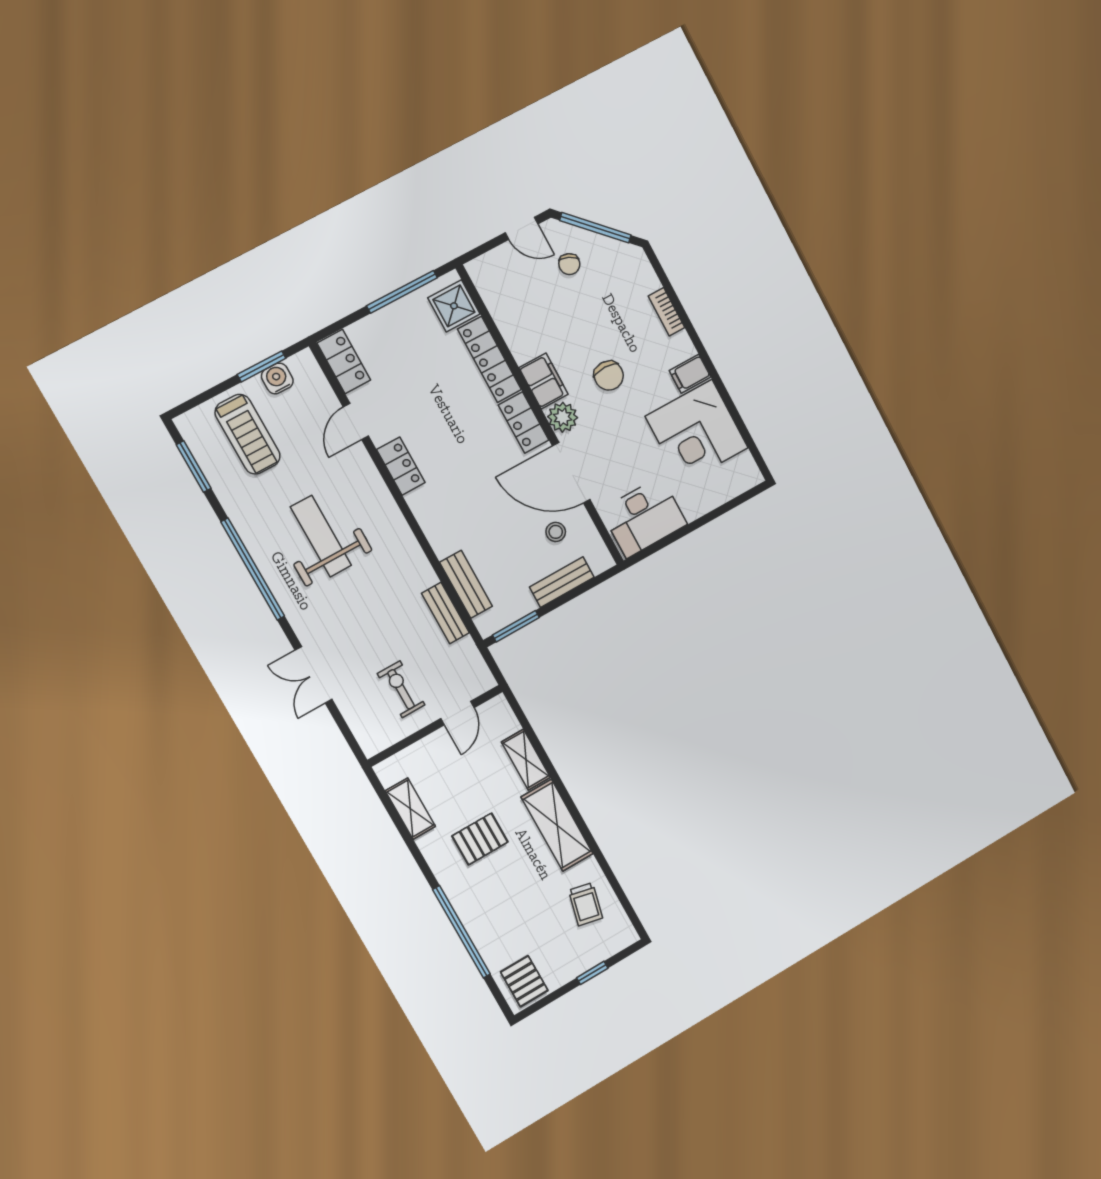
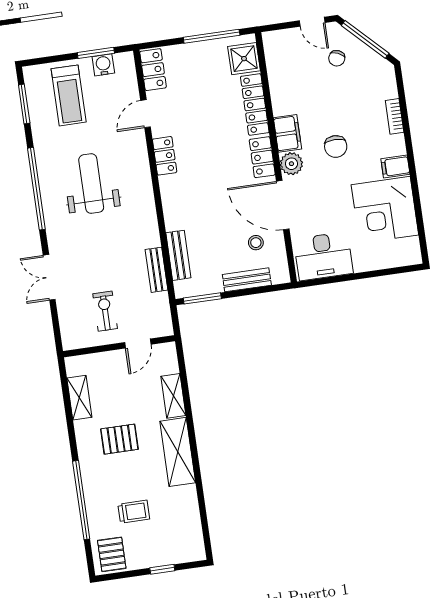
trolley: (586, 904) -> (134, 512), moved, turned -103

